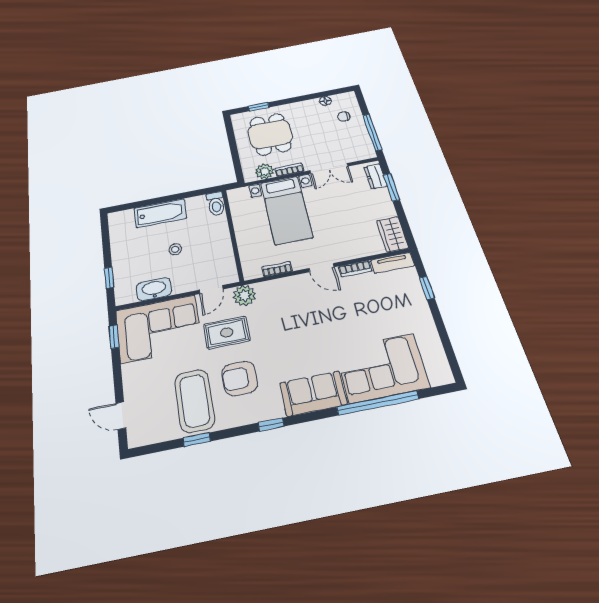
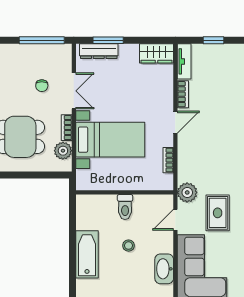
chair: (344, 117) -> (42, 86), moved
dresser: (375, 176) -> (99, 51), width x1.44
toilet: (216, 204) -> (125, 207), moved, turned 90
door: (211, 290) -> (175, 220), swing flipped

